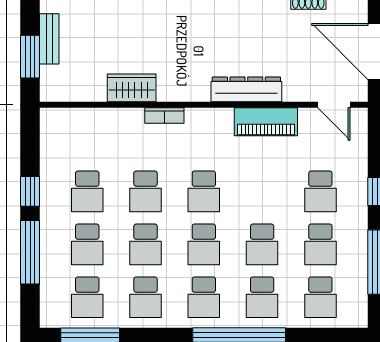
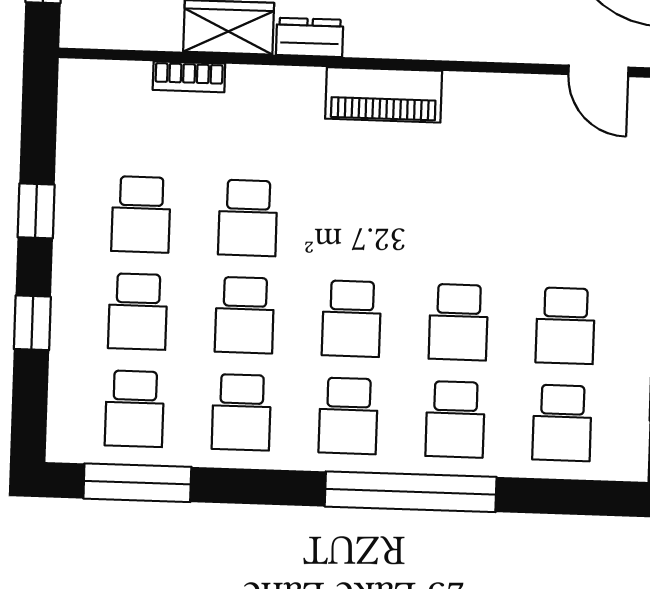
dresser: (246, 89) -> (310, 37), moved, width x0.51, depth x0.80
bookcase: (164, 116) -> (189, 77), moved
piano: (266, 122) -> (384, 95), moved
school desk: (204, 191) -> (355, 222), removed
school desk: (320, 191) -> (569, 229), removed
window: (30, 252) -> (32, 323), width x0.46

